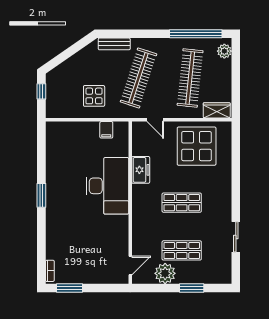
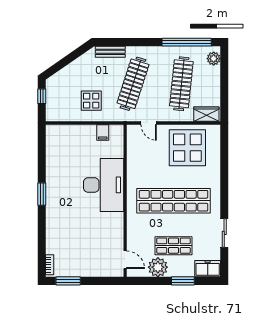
freezer: (141, 170) -> (208, 269), moved, turned -90
shop shelf: (182, 203) -> (174, 201), width x2.00, depth x1.36
door: (130, 266) -> (125, 260), hinge flipped

